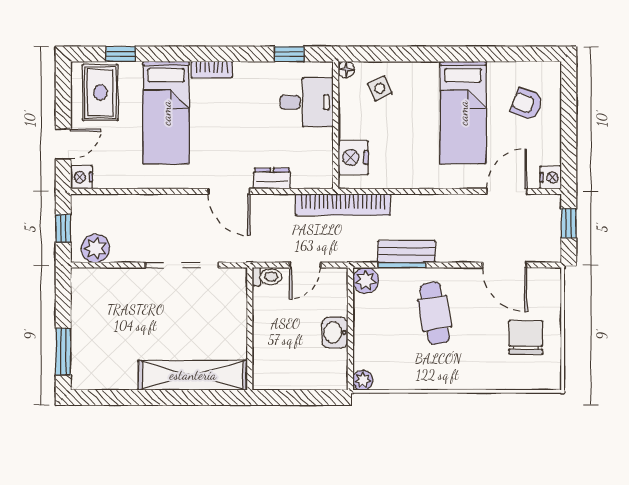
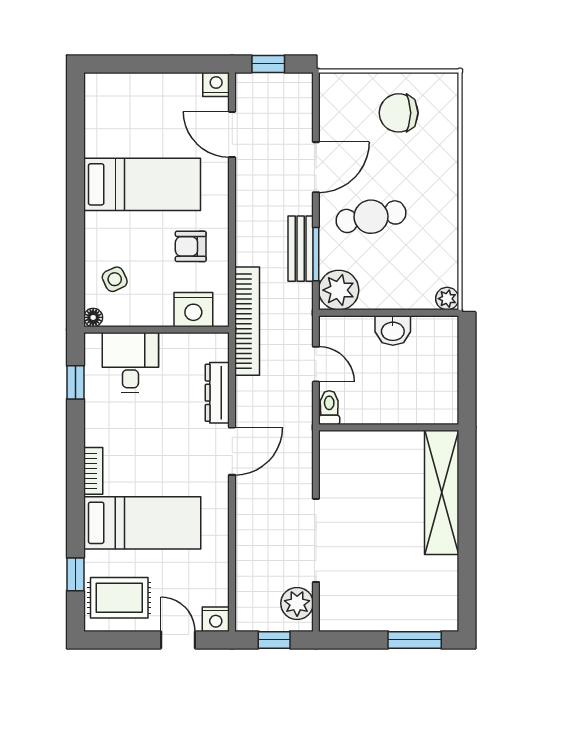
armchair: (527, 104) -> (191, 246), moved, turned 71
dresser: (272, 179) -> (217, 393), width x1.44
doorway: (182, 265) -> (316, 540), moved
door: (505, 265) -> (316, 167), moved
plant: (366, 280) -> (339, 290), width x1.36, depth x1.36

